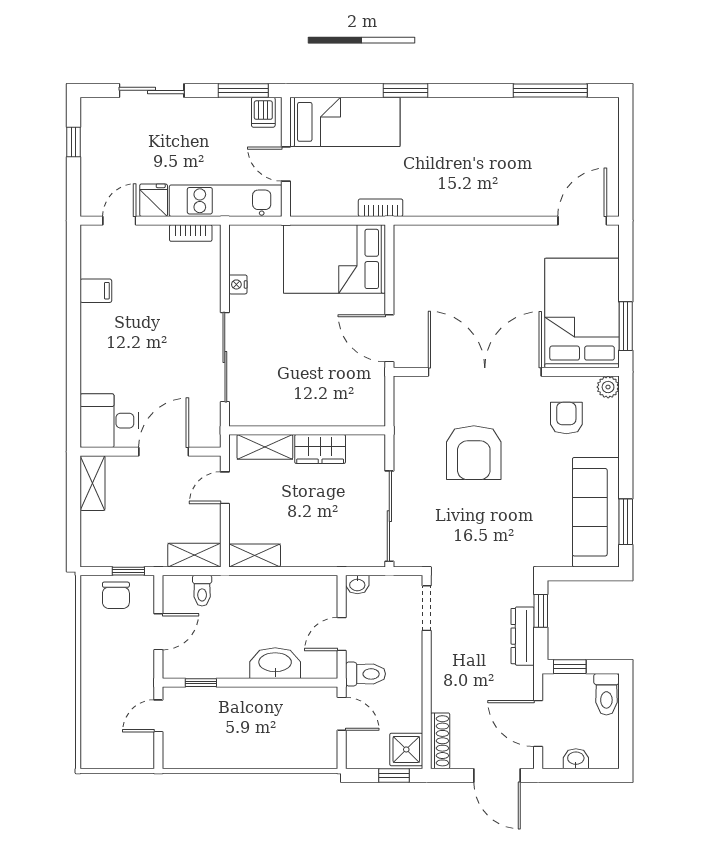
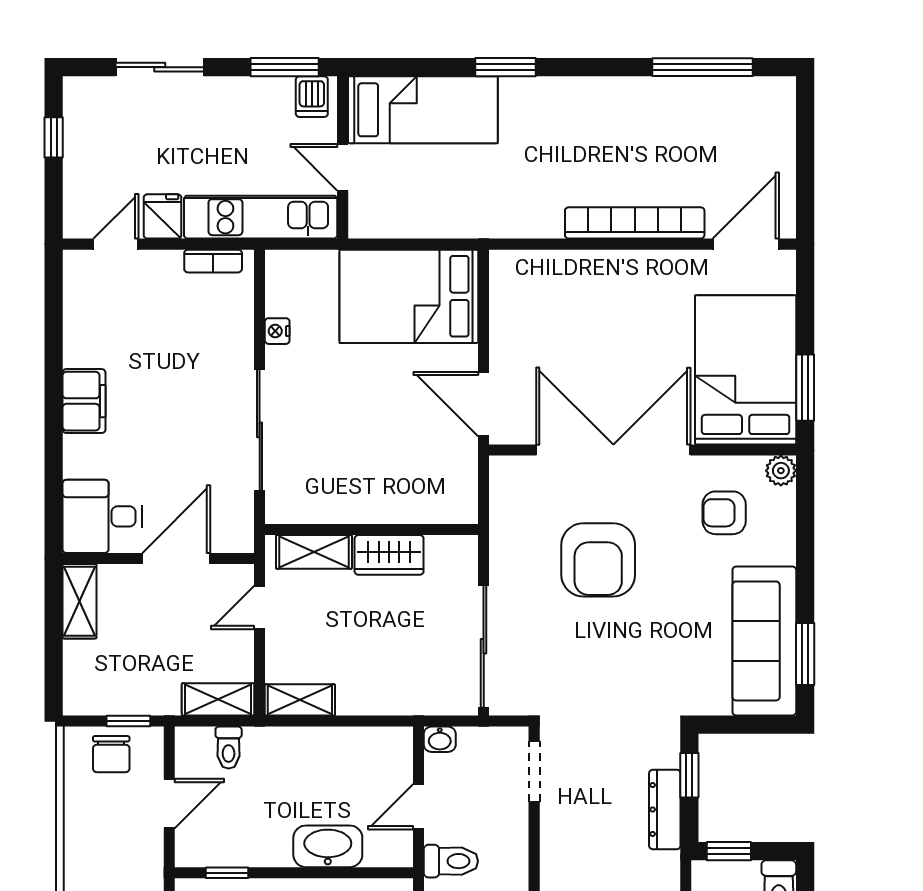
bookcase: (381, 208) -> (635, 223), moved, width x2.31, depth x1.31
filing cabinet: (96, 291) -> (84, 401), moved, width x2.00
armchair: (566, 418) -> (724, 513), turned -90

